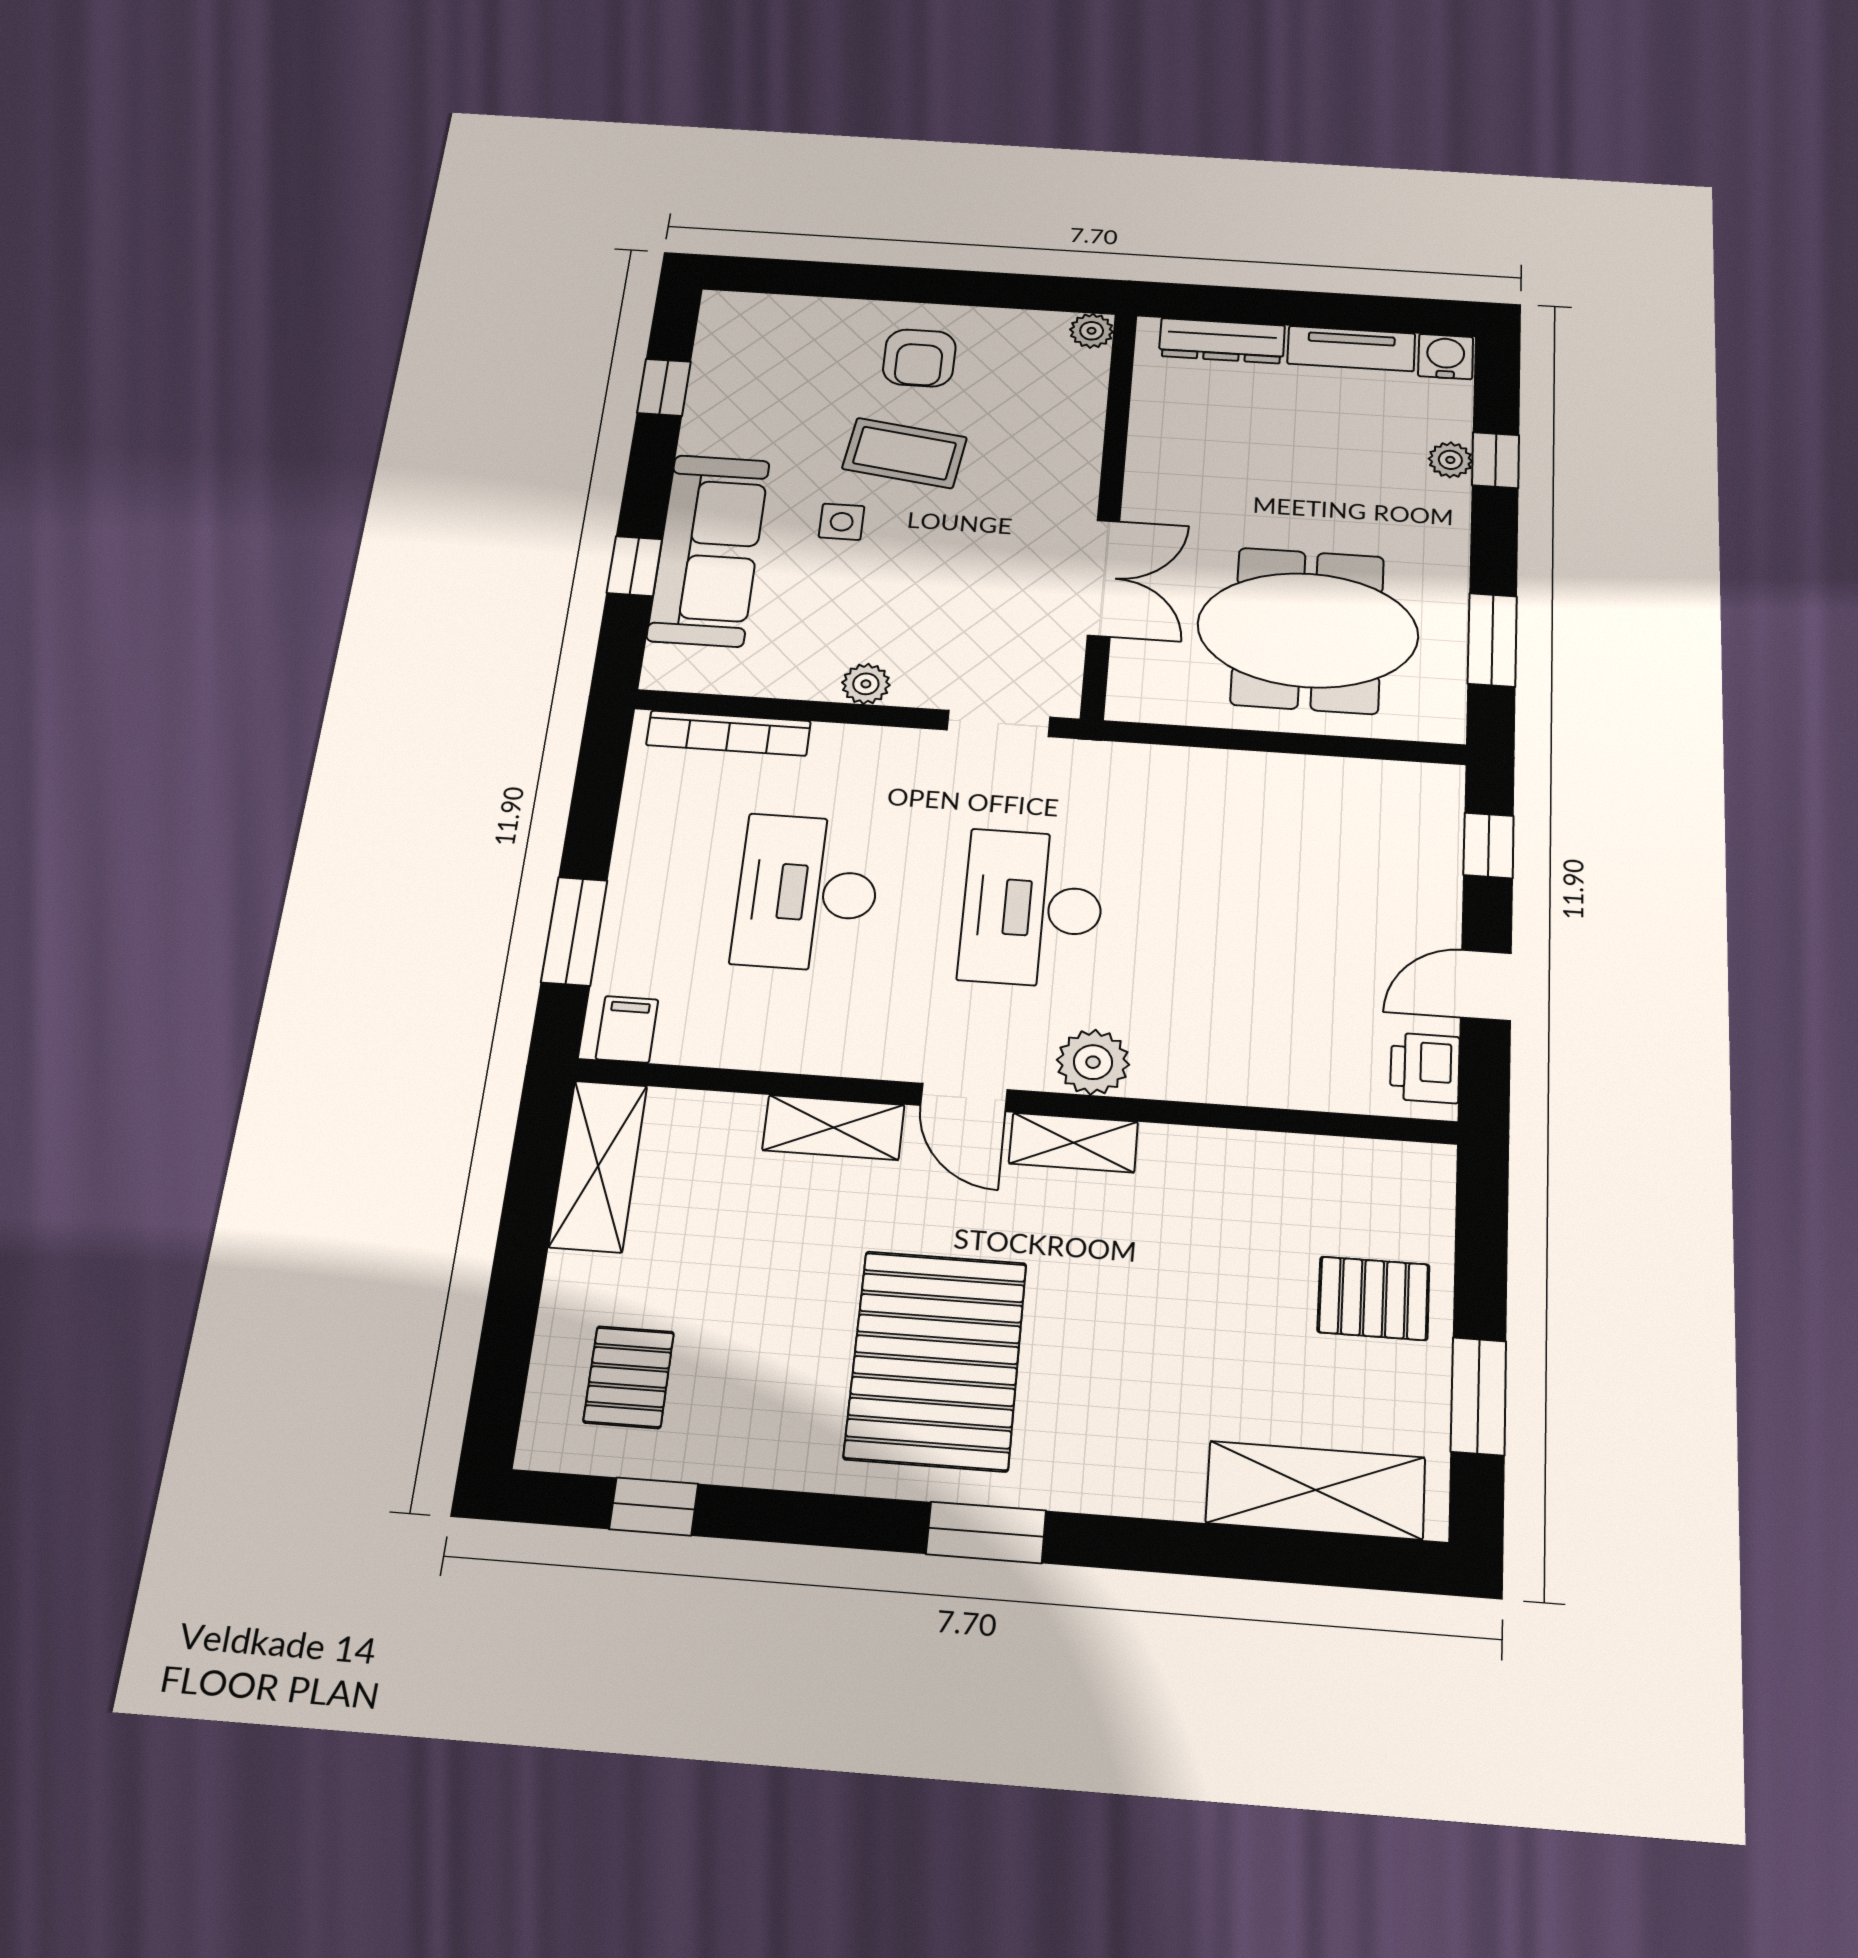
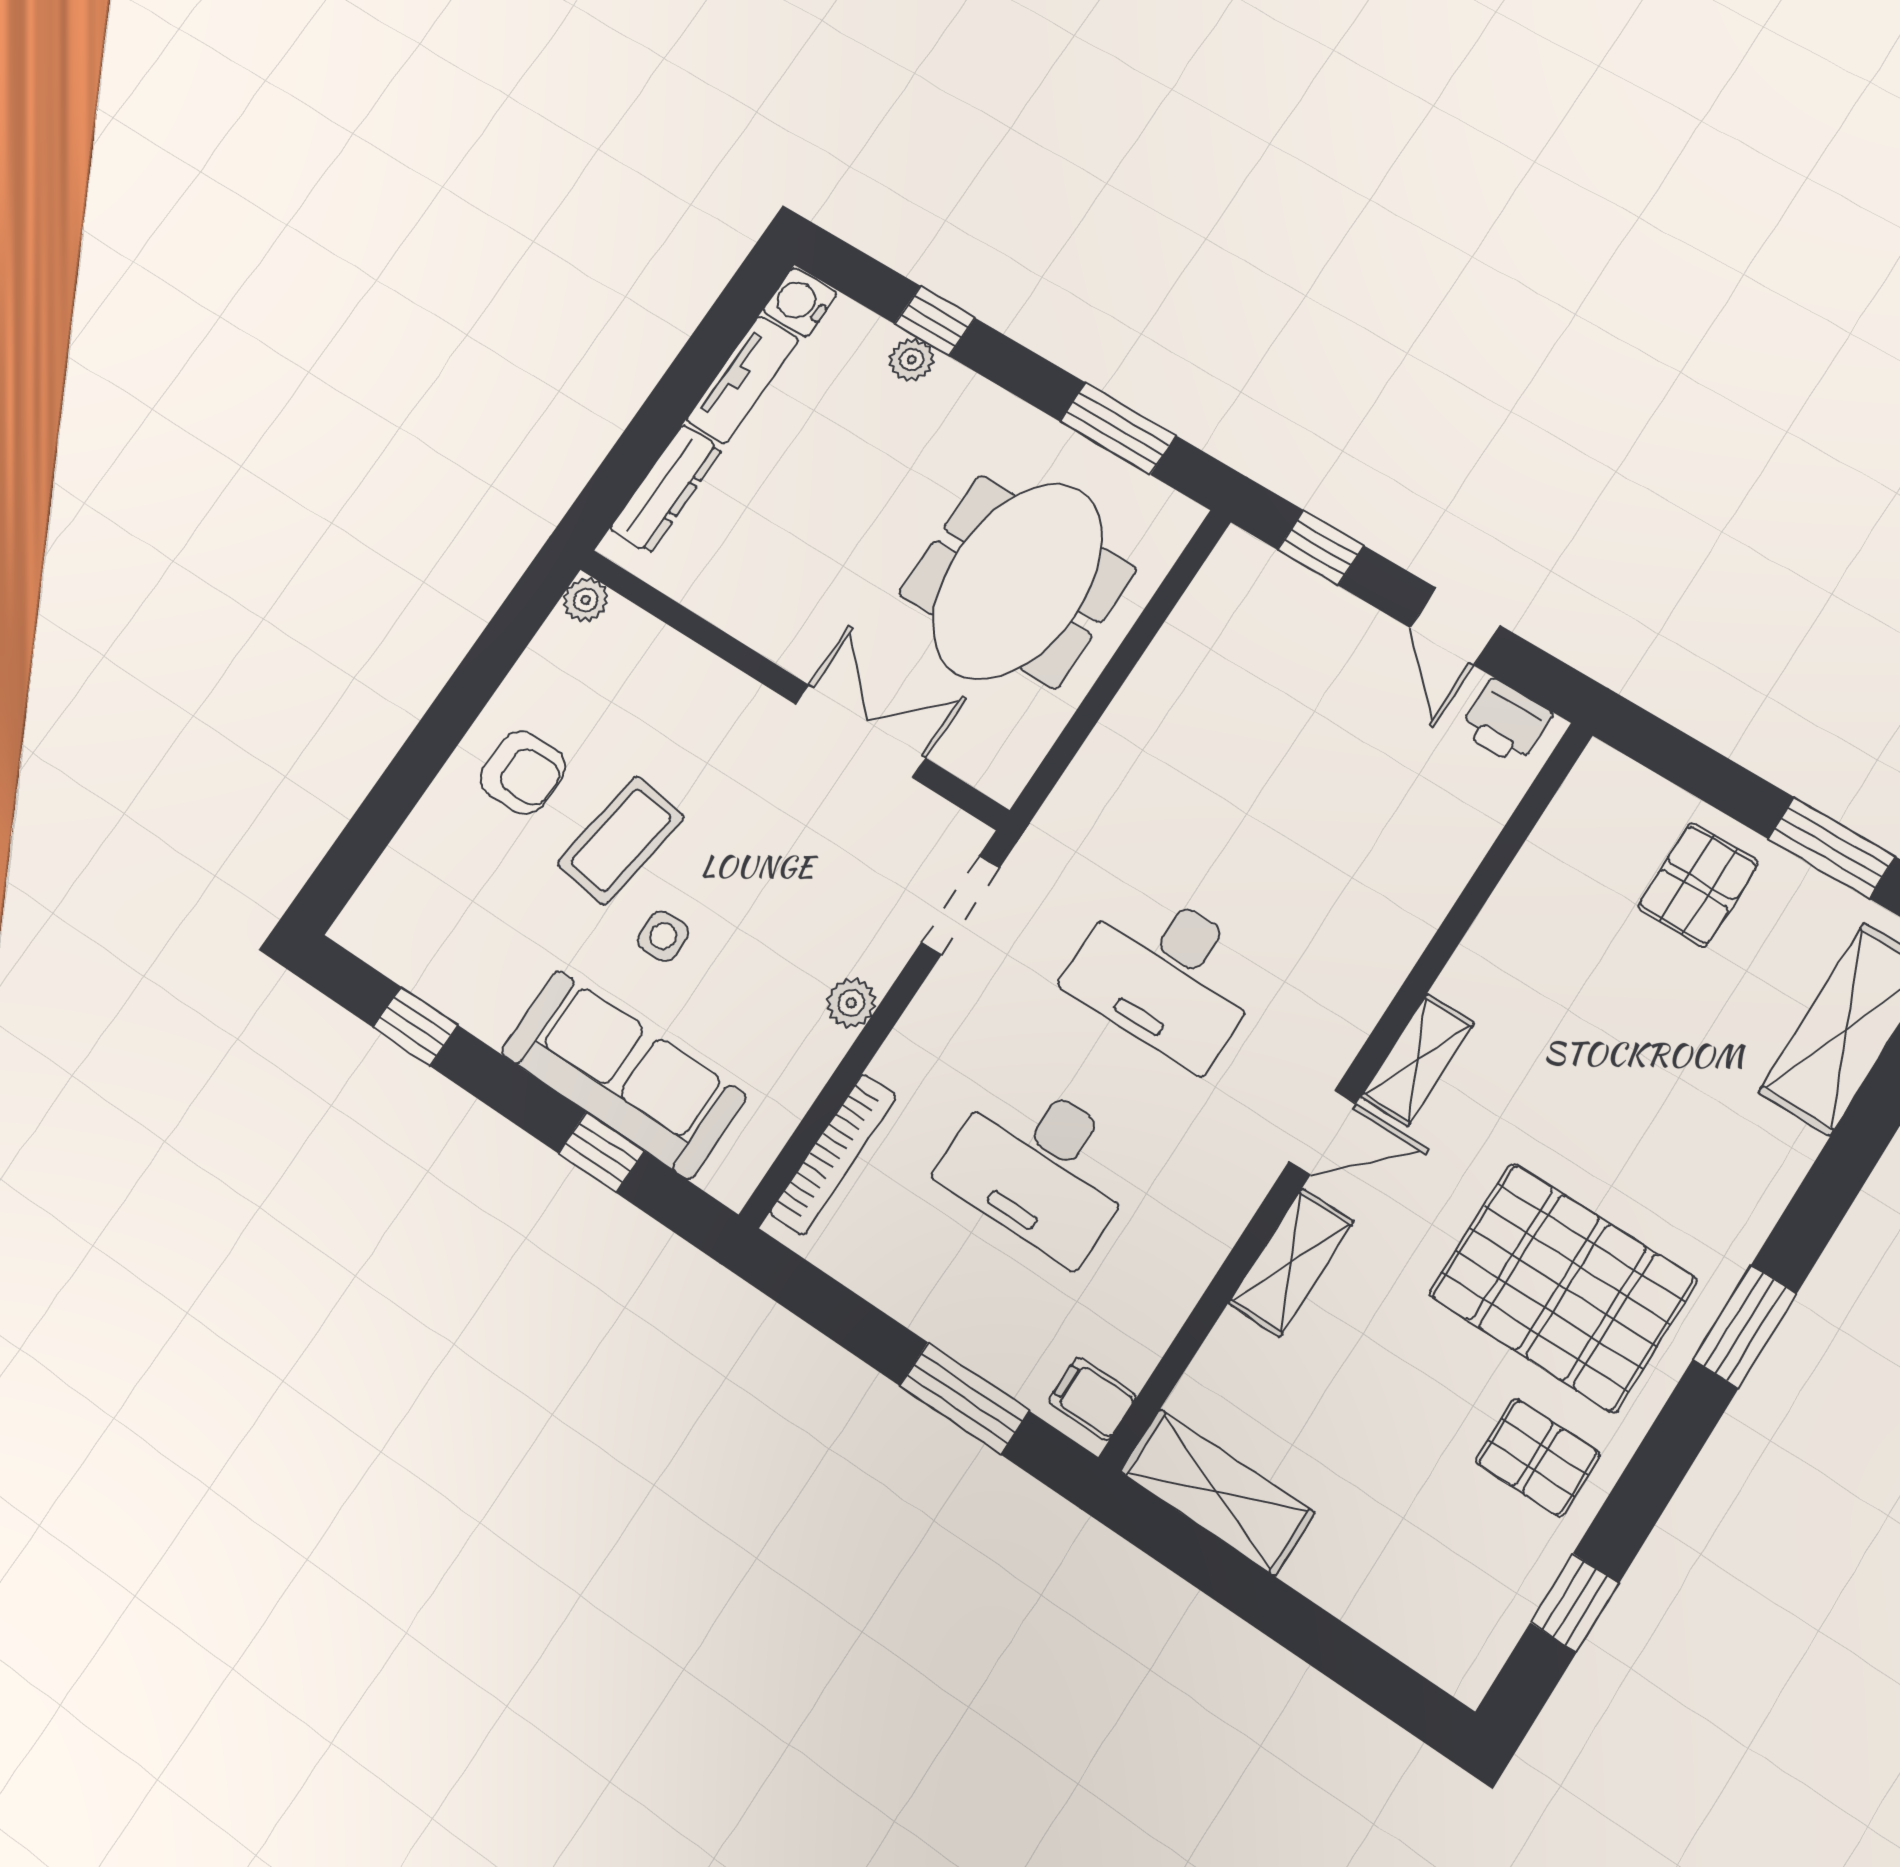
plant: (1093, 1062) -> (1348, 1002), removed
pallet: (629, 1377) -> (1538, 1458), moved

